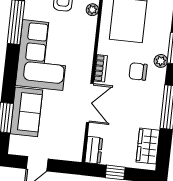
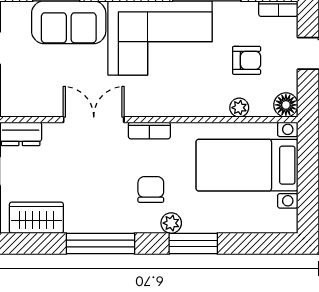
double door: (90, 103) -> (94, 120), swing flipped

